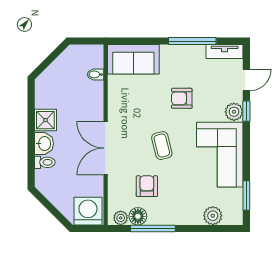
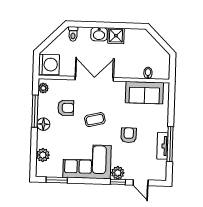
tv unit: (225, 52) -> (162, 146), moved
sofa: (133, 59) -> (144, 93), moved, turned -90
toilet: (45, 162) -> (73, 34), moved
floor lamp: (138, 216) -> (43, 124), moved

